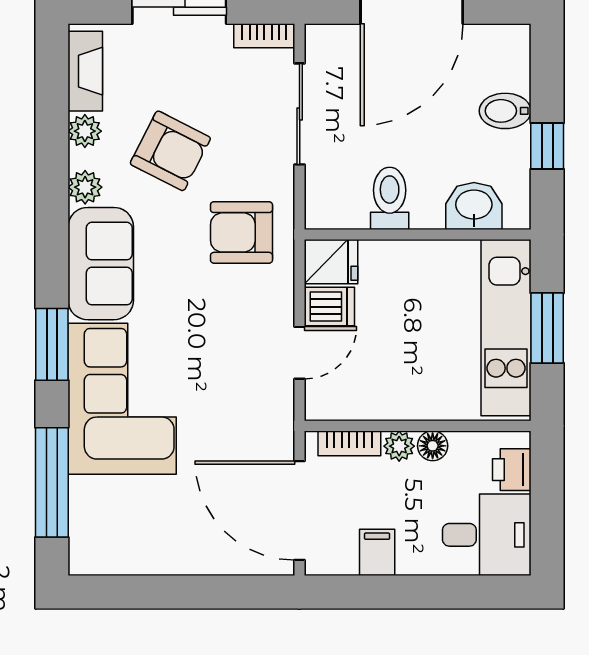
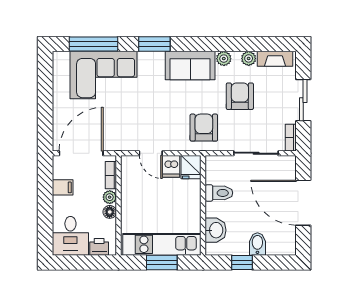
armchair: (170, 151) -> (240, 96), turned 153
corner sofa: (122, 399) -> (103, 75), moved

